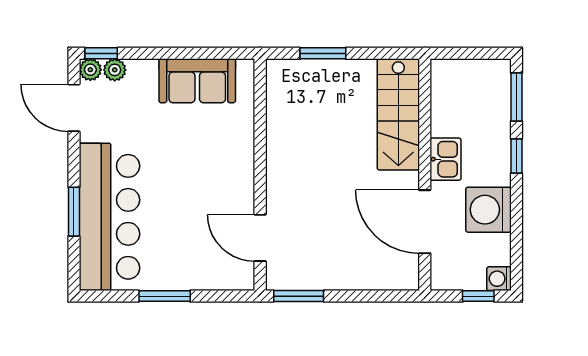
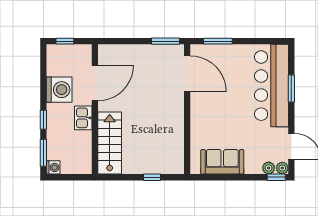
window: (323, 53) -> (152, 177), width x0.67
door: (425, 222) -> (95, 83), hinge flipped
door: (260, 238) -> (187, 74), width x1.36
washing machine: (499, 279) -> (53, 167), moved
window: (165, 296) -> (218, 41), moved

